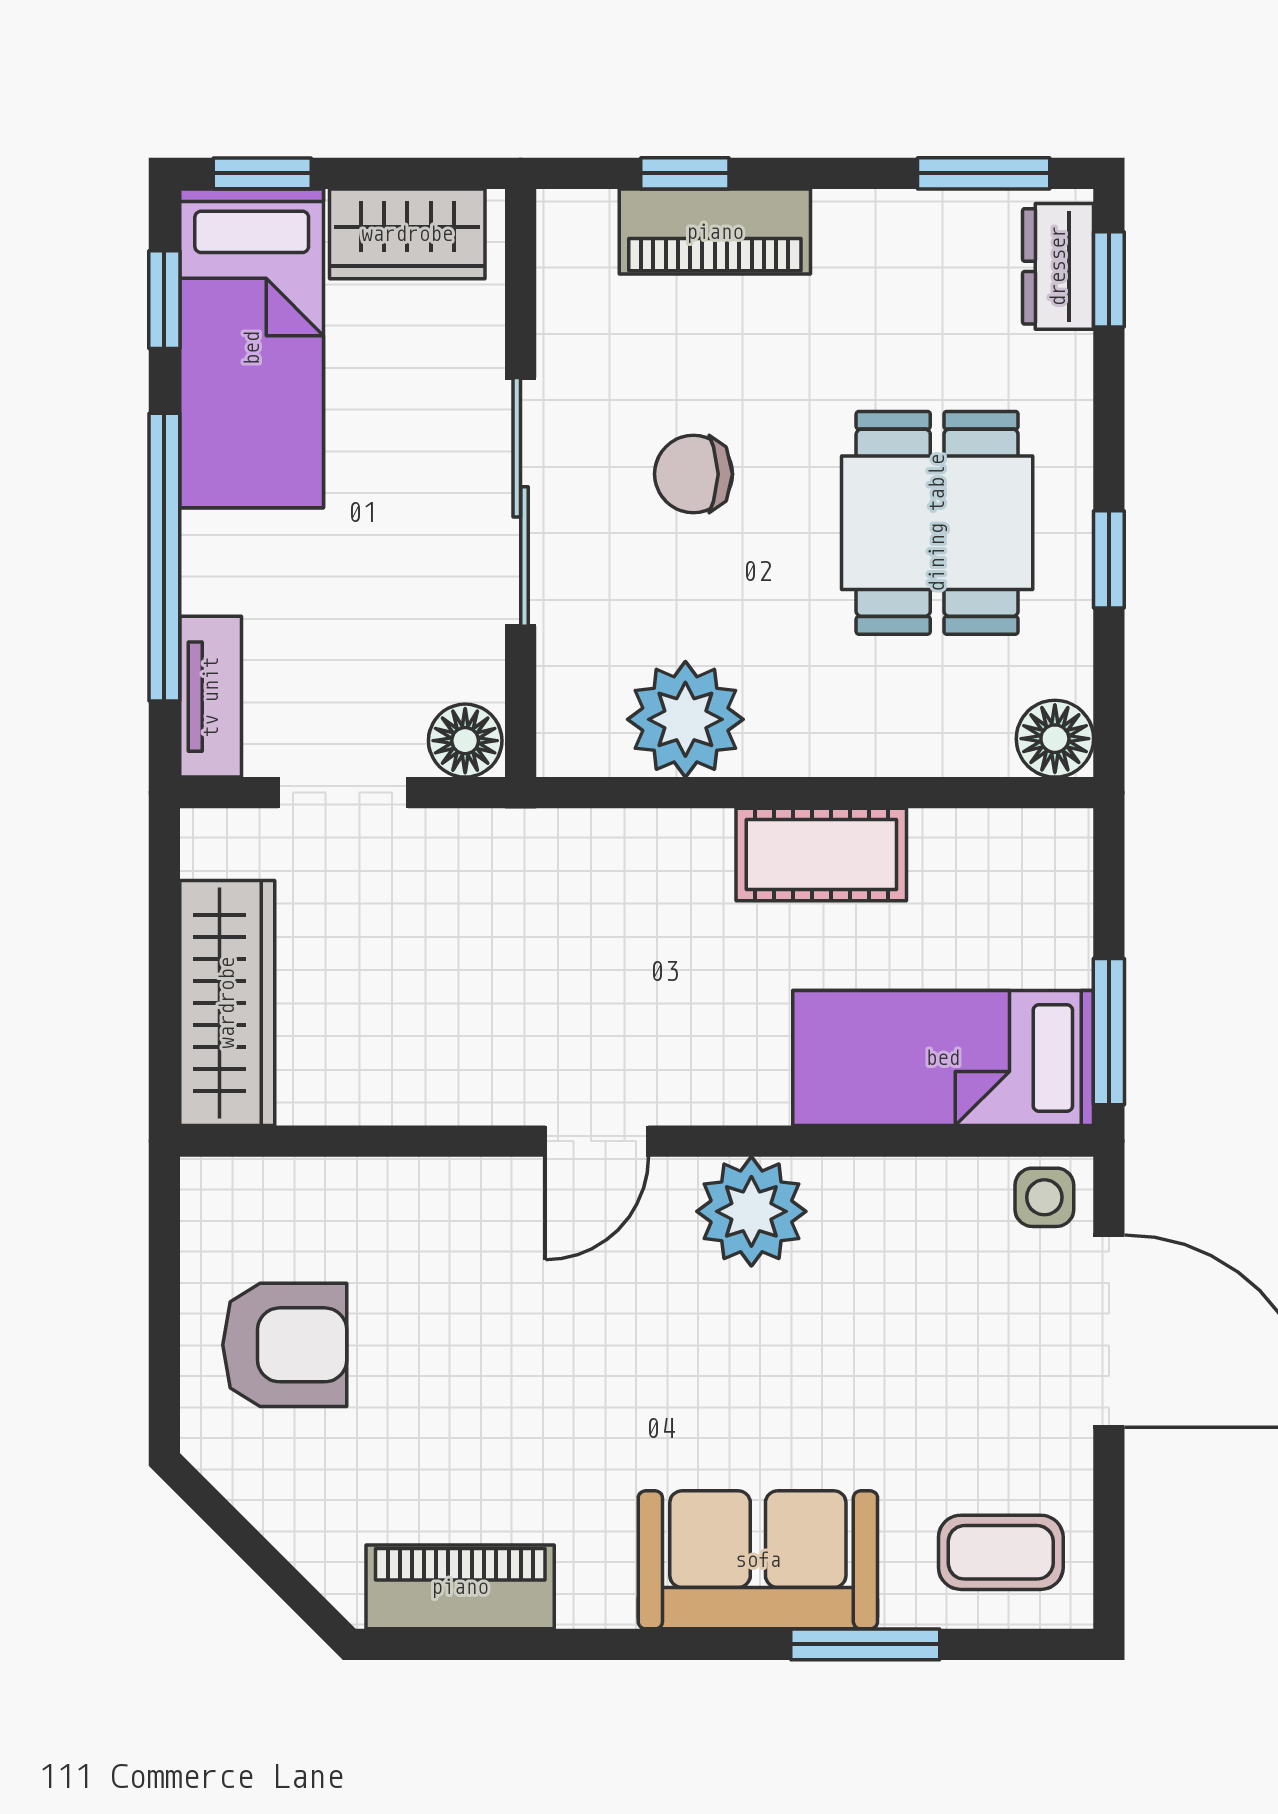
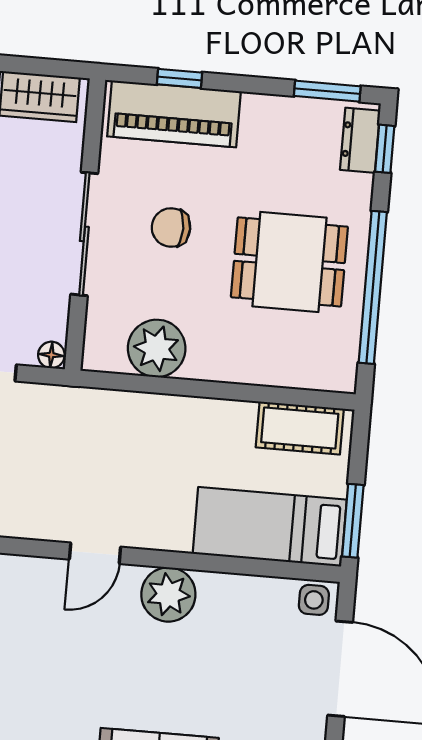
piano: (715, 232) -> (174, 114), width x1.37, depth x1.33
dining table: (937, 523) -> (289, 262), turned 90
window: (1109, 559) -> (373, 287), width x3.17
floor lamp: (1055, 739) -> (338, 374), removed
floor lamp: (465, 741) -> (51, 355), width x0.73, depth x0.73
cot: (821, 855) -> (300, 428), moved

